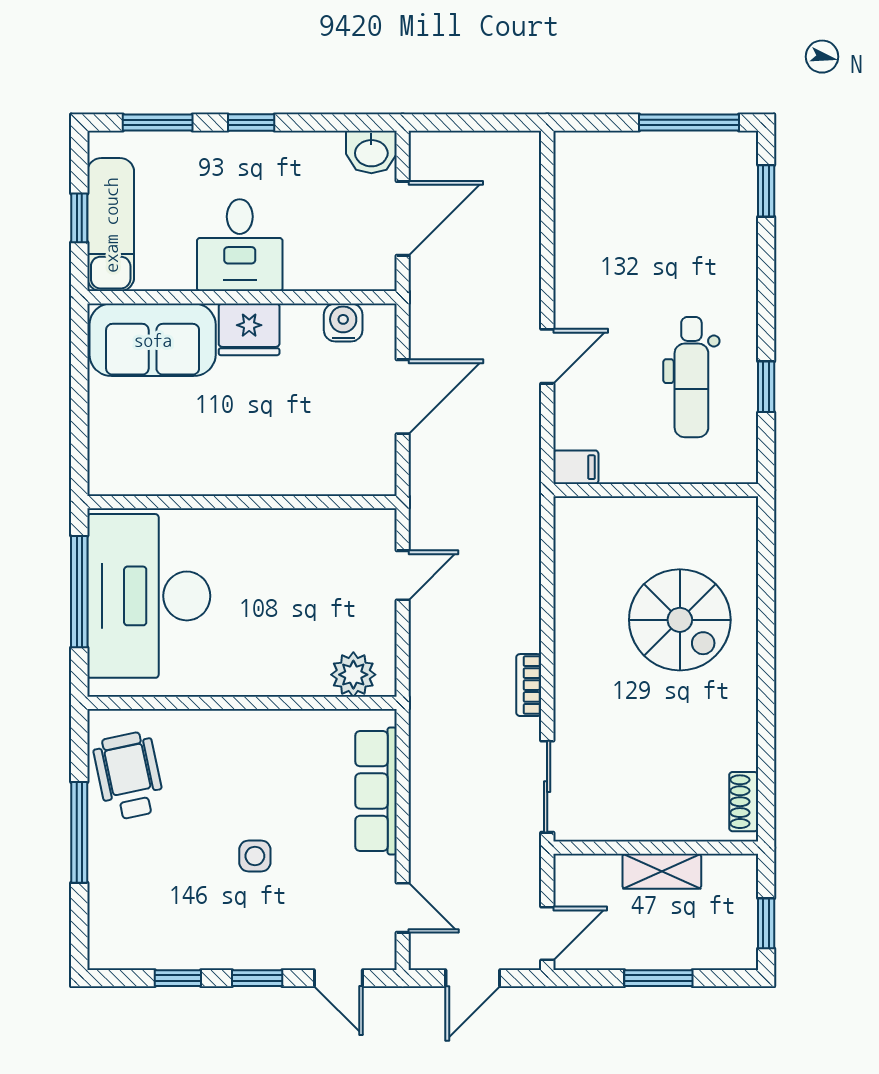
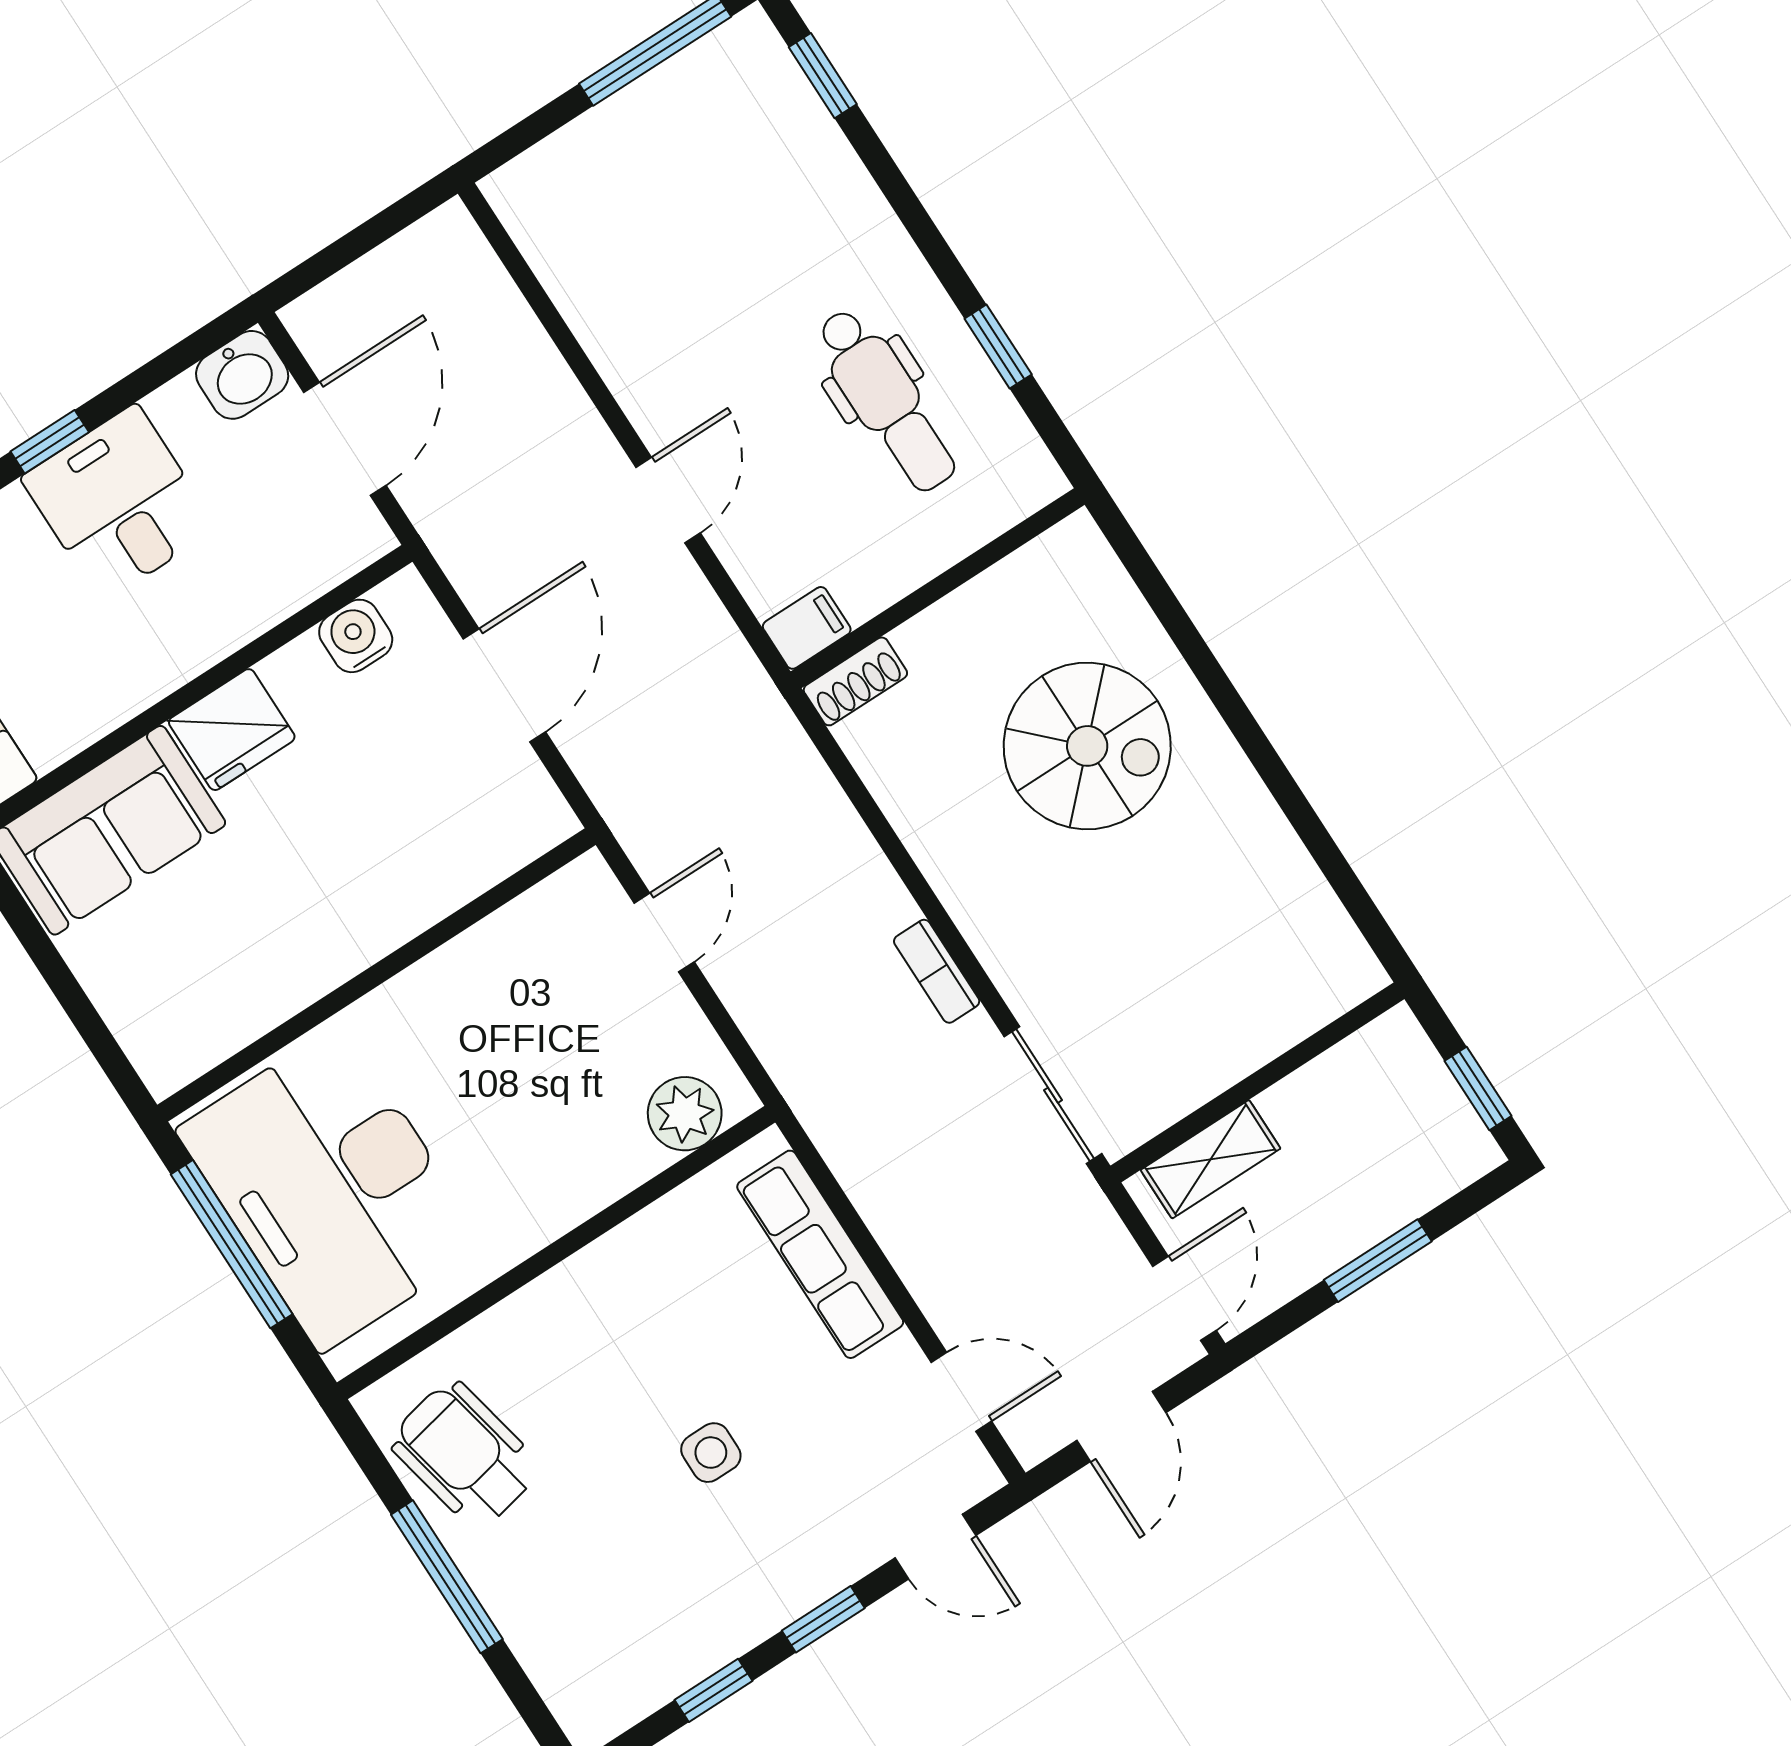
desk: (240, 245) -> (119, 503), moved, turned 180
shoe rack: (744, 802) -> (855, 681), moved, turned -90
shelving: (662, 871) -> (1211, 1159), moved

